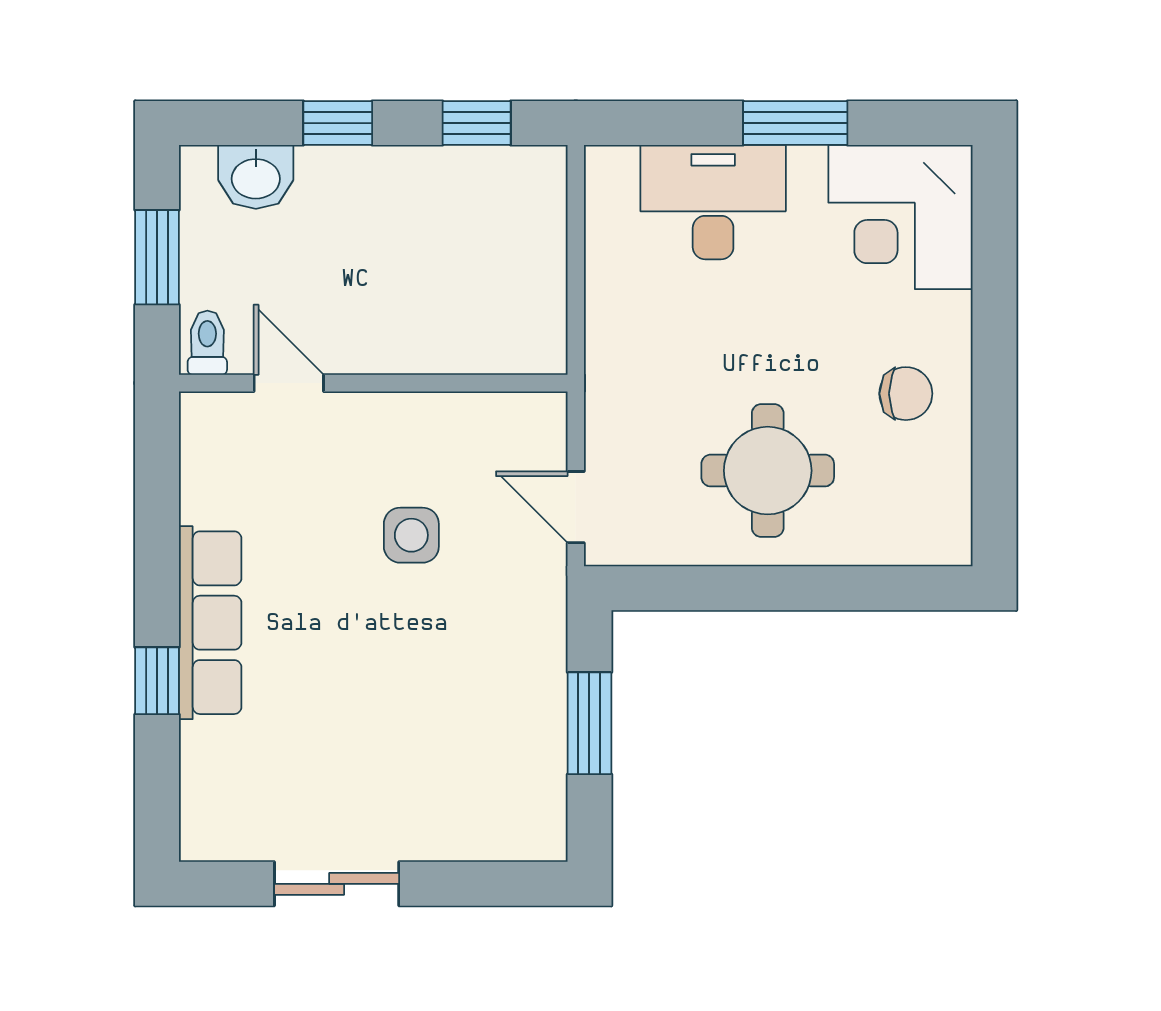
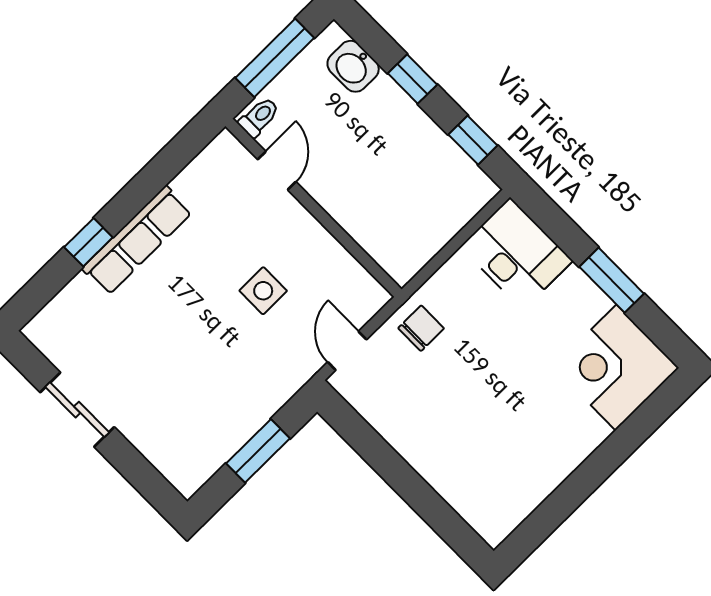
desk: (713, 202) -> (517, 254), moved
window: (157, 257) -> (275, 58), width x1.44
chair: (906, 394) -> (421, 328), moved, turned -90
round table: (768, 471) -> (447, 419), removed

